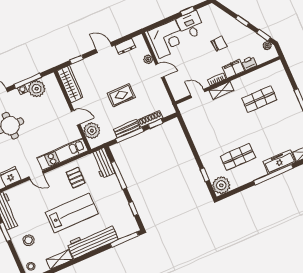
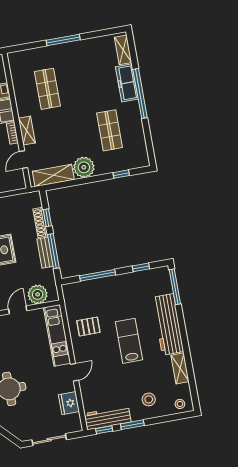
shelving: (191, 120) -> (53, 175), added
workbench: (103, 163) -> (79, 290), removed
plant: (221, 185) -> (84, 167), moved
lab bench: (72, 213) -> (129, 341), width x0.73, depth x0.72

